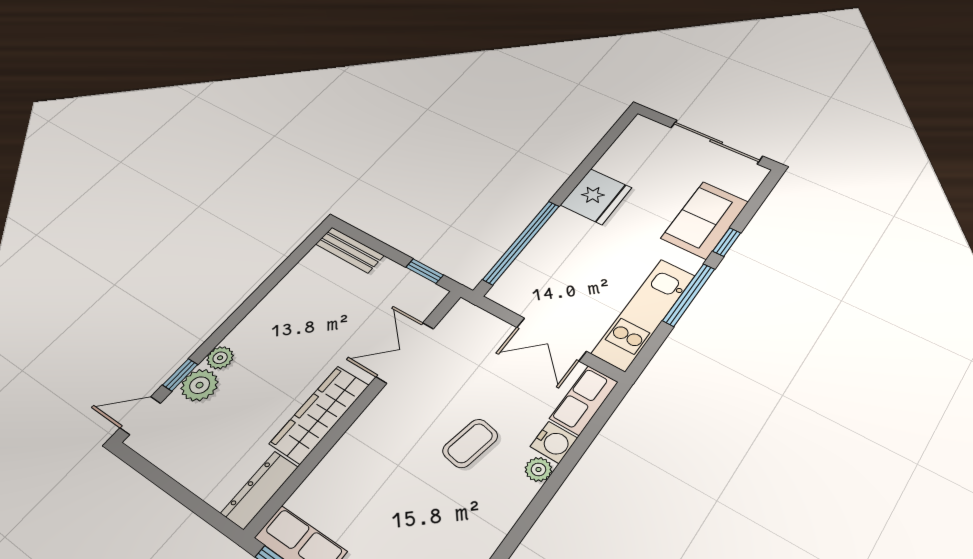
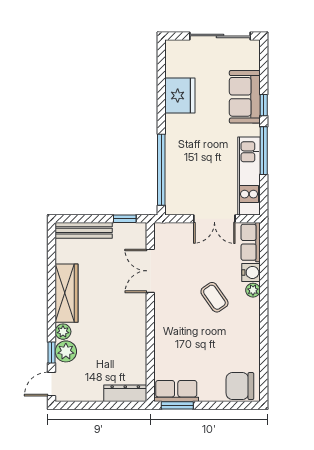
fridge: (596, 196) -> (180, 96), moved
bench: (350, 250) -> (84, 230), width x1.36
wardrobe: (320, 414) -> (67, 293), moved, turned 180
coffee table: (470, 443) -> (214, 297), turned -46
dresser: (260, 490) -> (125, 393), moved, turned 90

